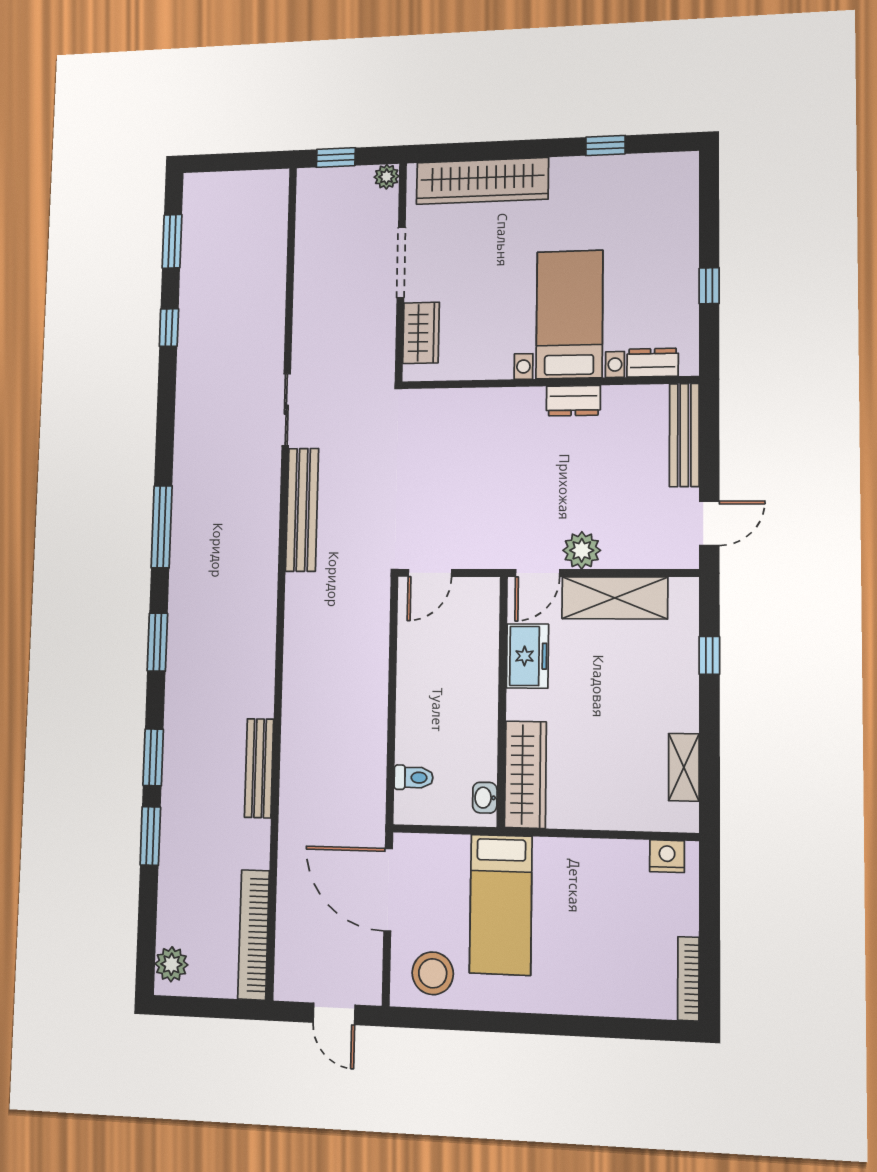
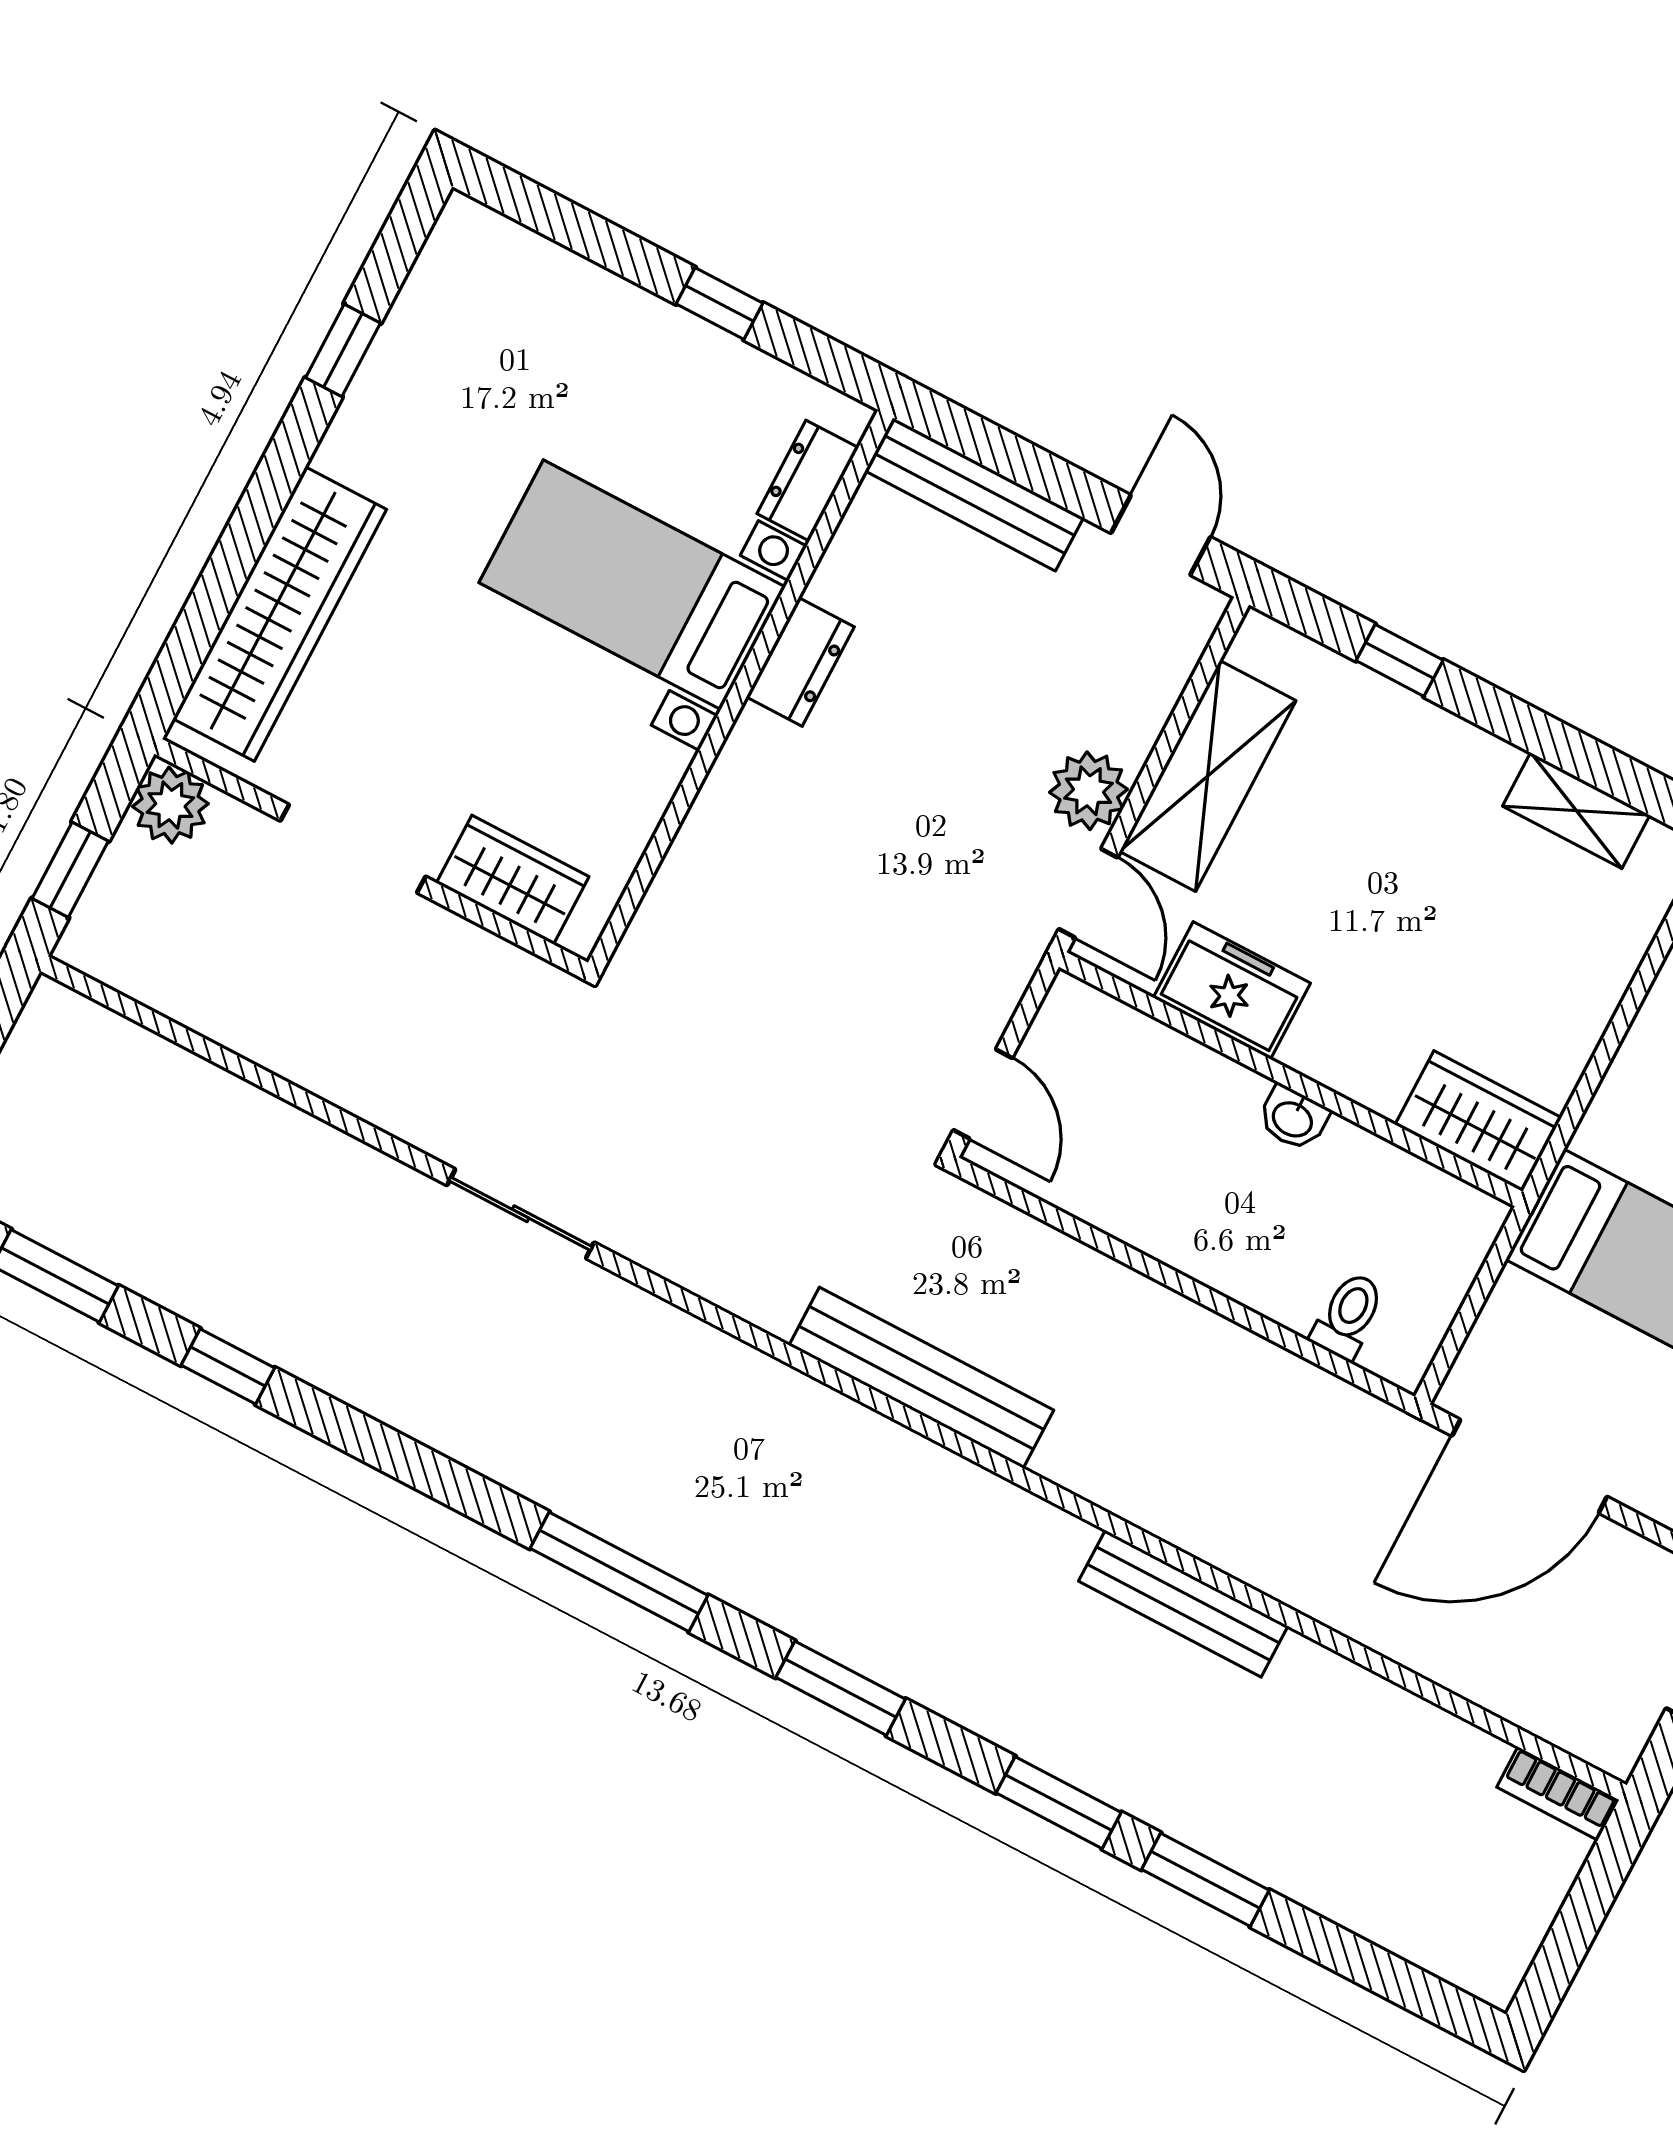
plant: (387, 177) -> (170, 805), width x1.38, depth x1.38
bench: (302, 510) -> (921, 1378), moved
wardrobe: (525, 775) -> (1478, 1121), width x0.67
washbasin: (485, 798) -> (1293, 1118), moved
bookcase: (254, 935) -> (1558, 1794), width x0.43, depth x0.76
plant: (171, 964) -> (1466, 1953), removed

